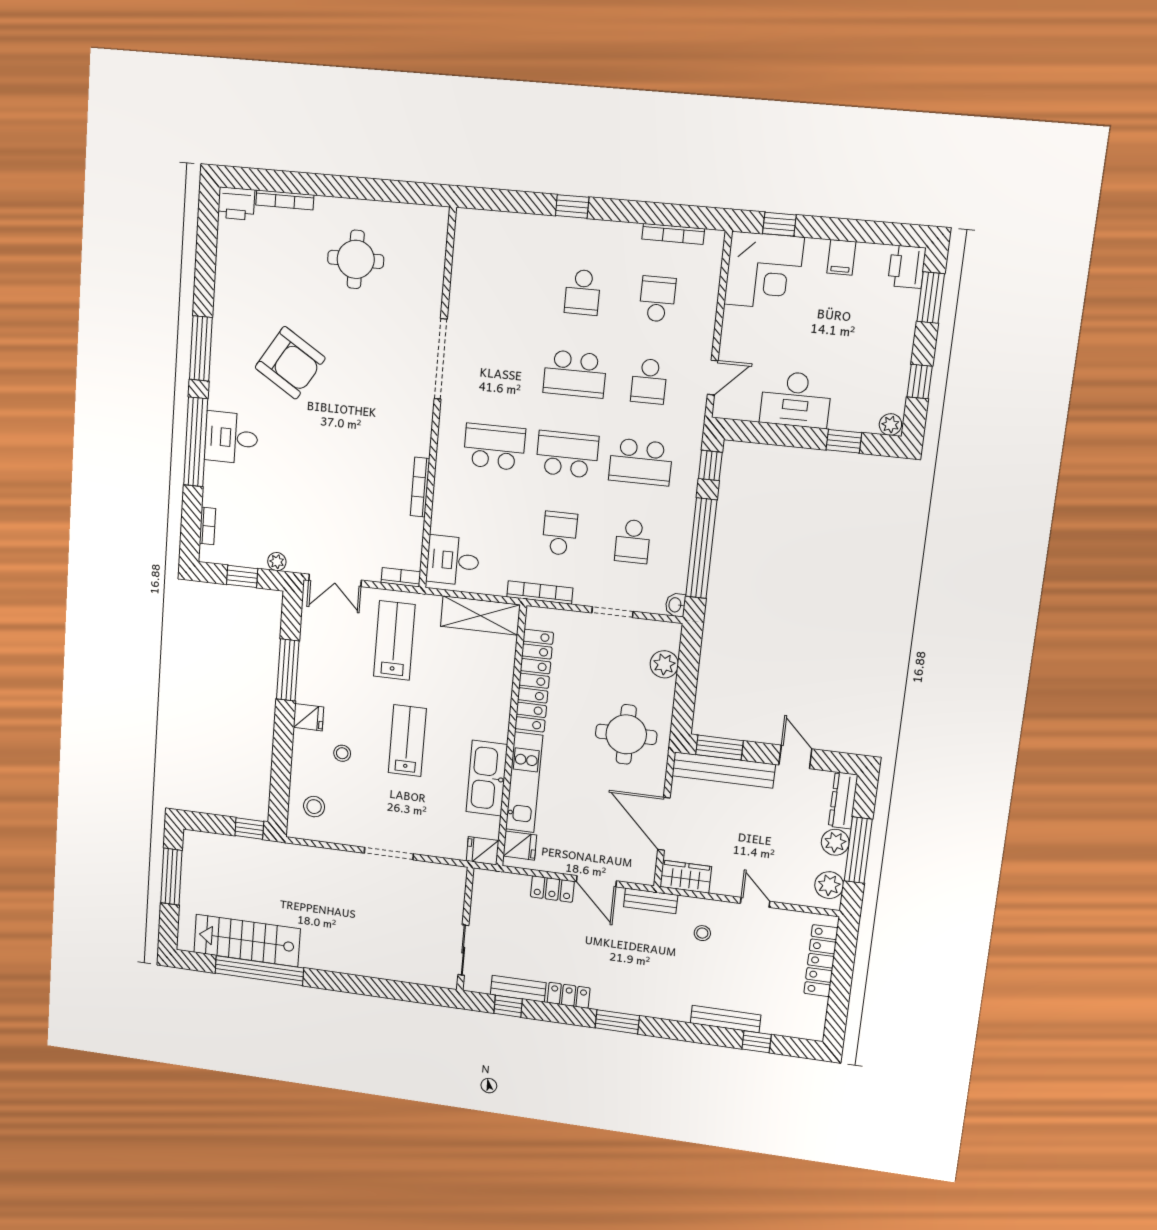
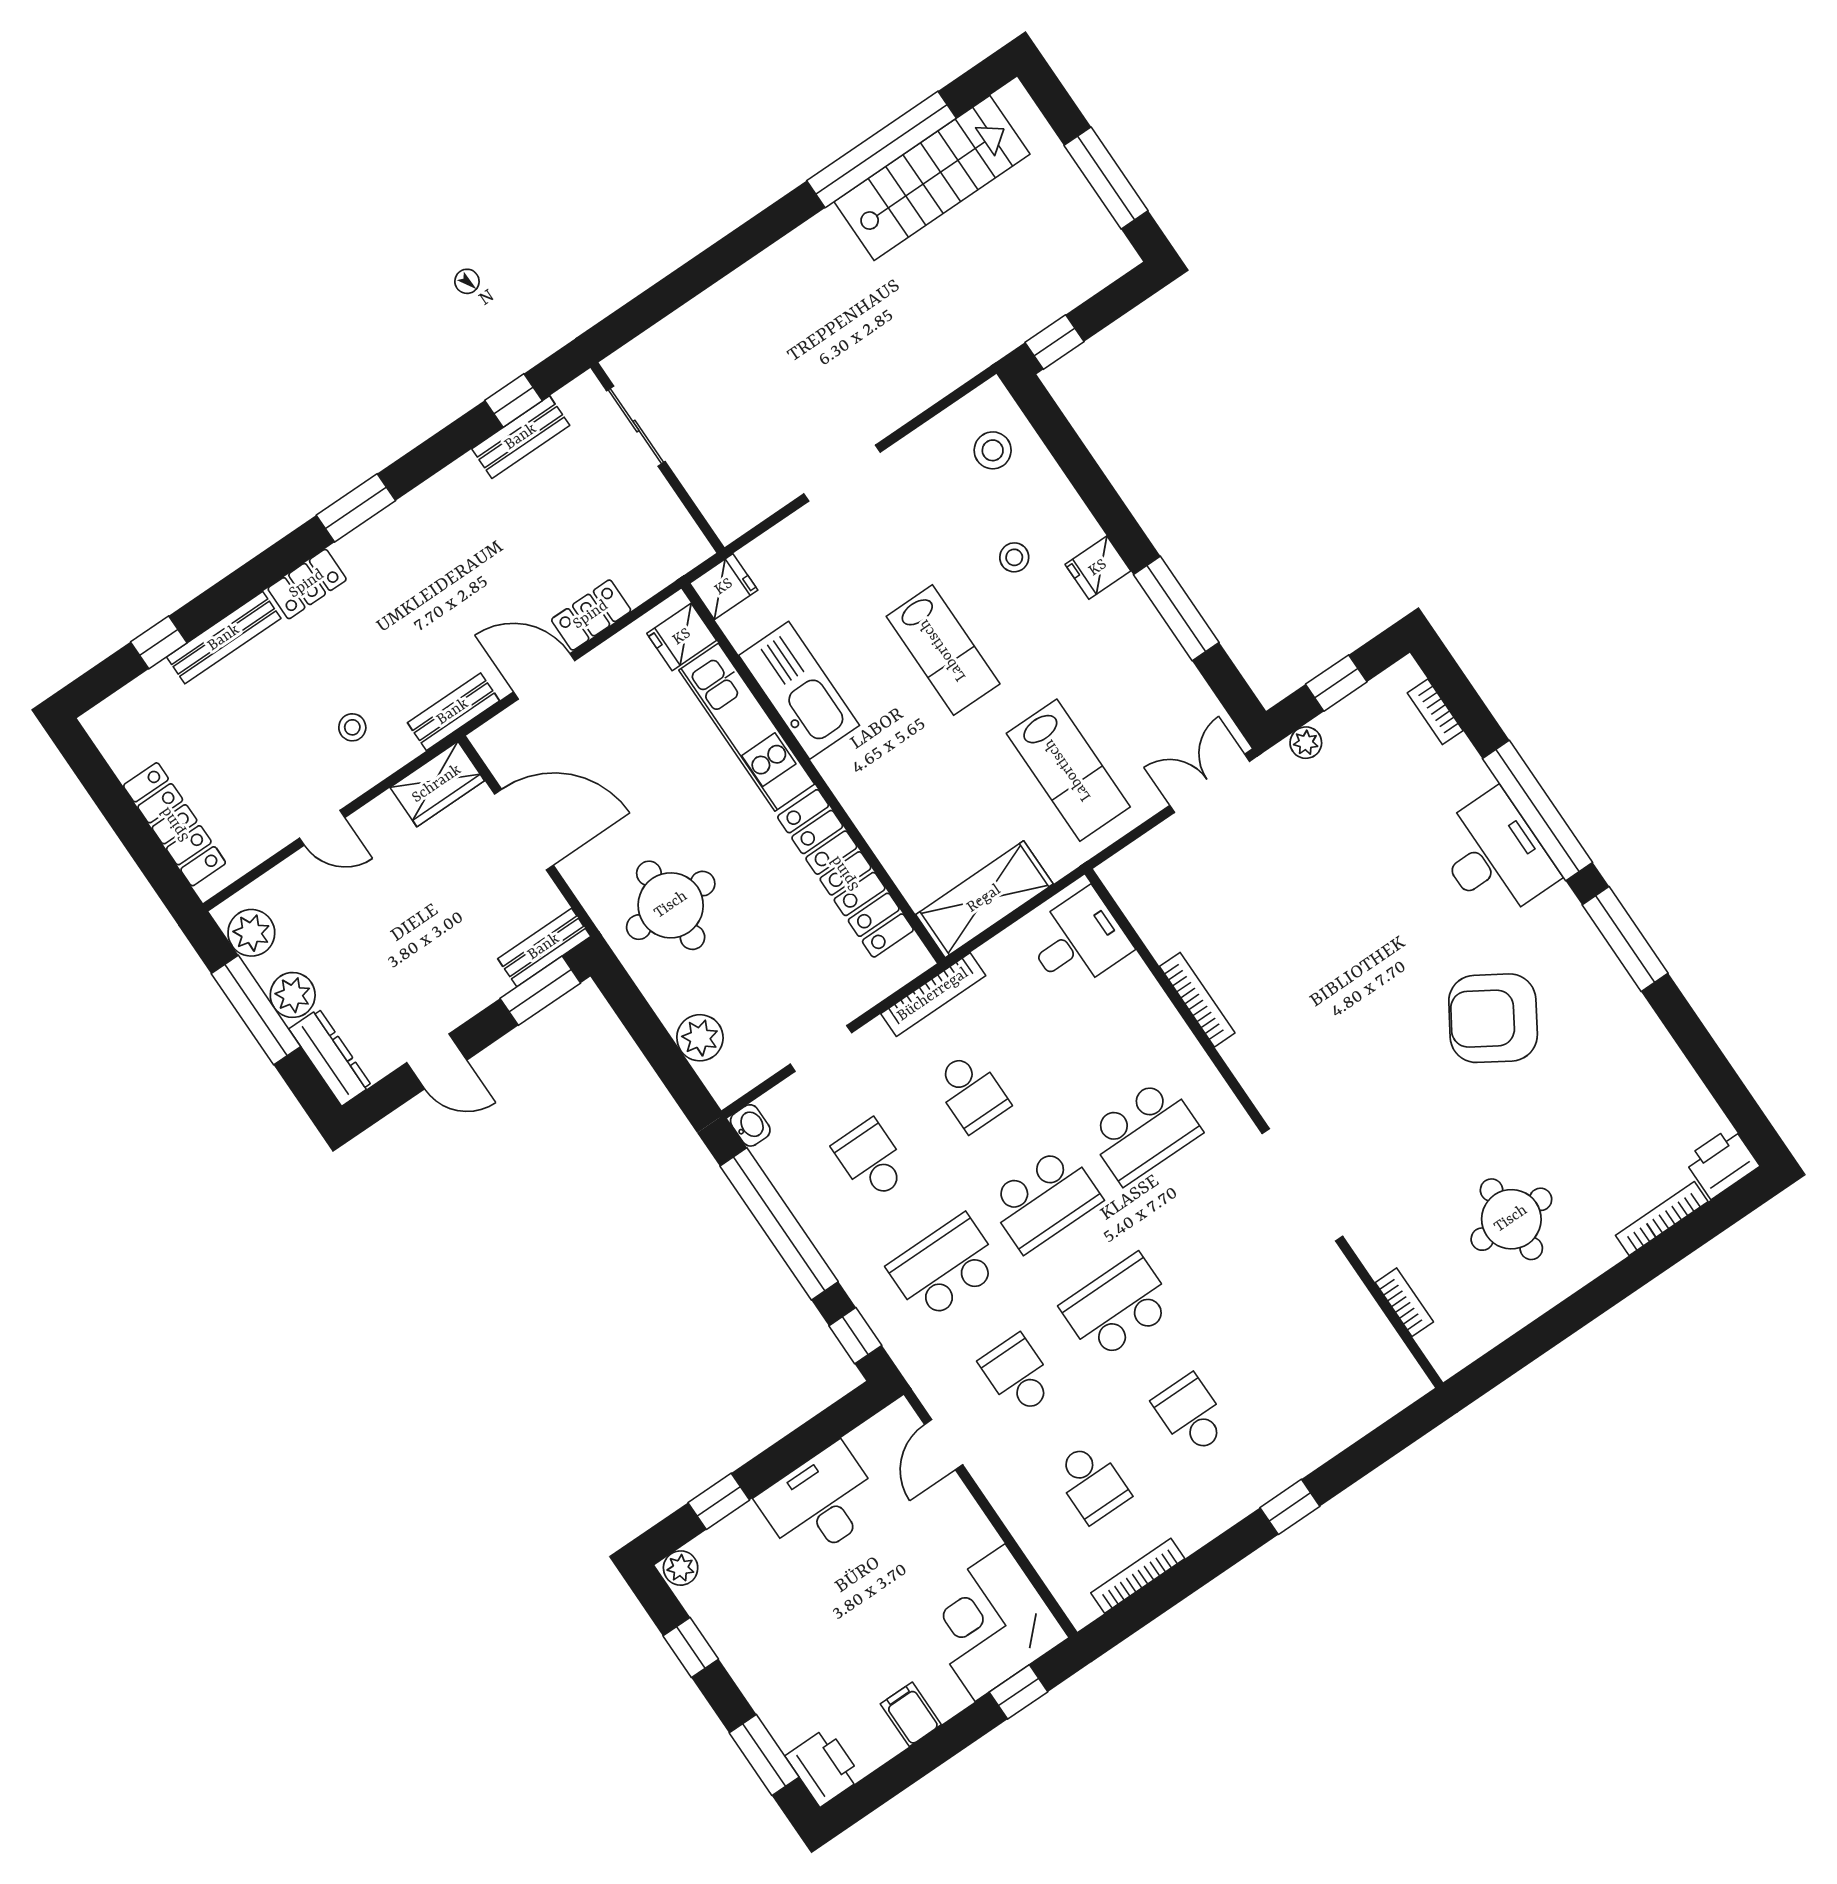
desk: (231, 438) -> (1494, 856), width x1.37
bookcase: (401, 577) -> (1404, 1302), moved, turned -90
bench: (724, 770) -> (544, 947), width x0.54, depth x0.82
locker: (569, 995) -> (307, 584), moved

